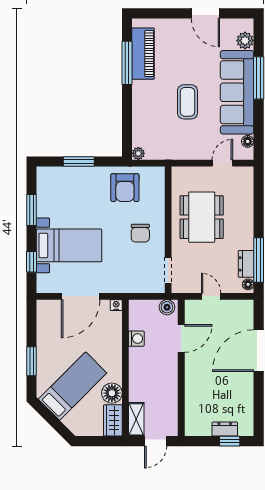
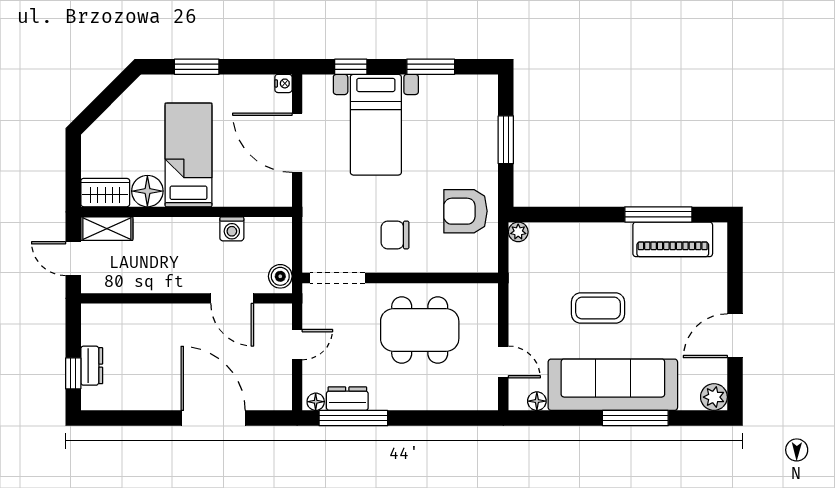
plant: (245, 41) -> (714, 397), moved
doorway: (168, 270) -> (338, 278), width x1.38
nightstand: (116, 305) -> (283, 83), moved
bed: (73, 386) -> (189, 155), moved, turned -135

